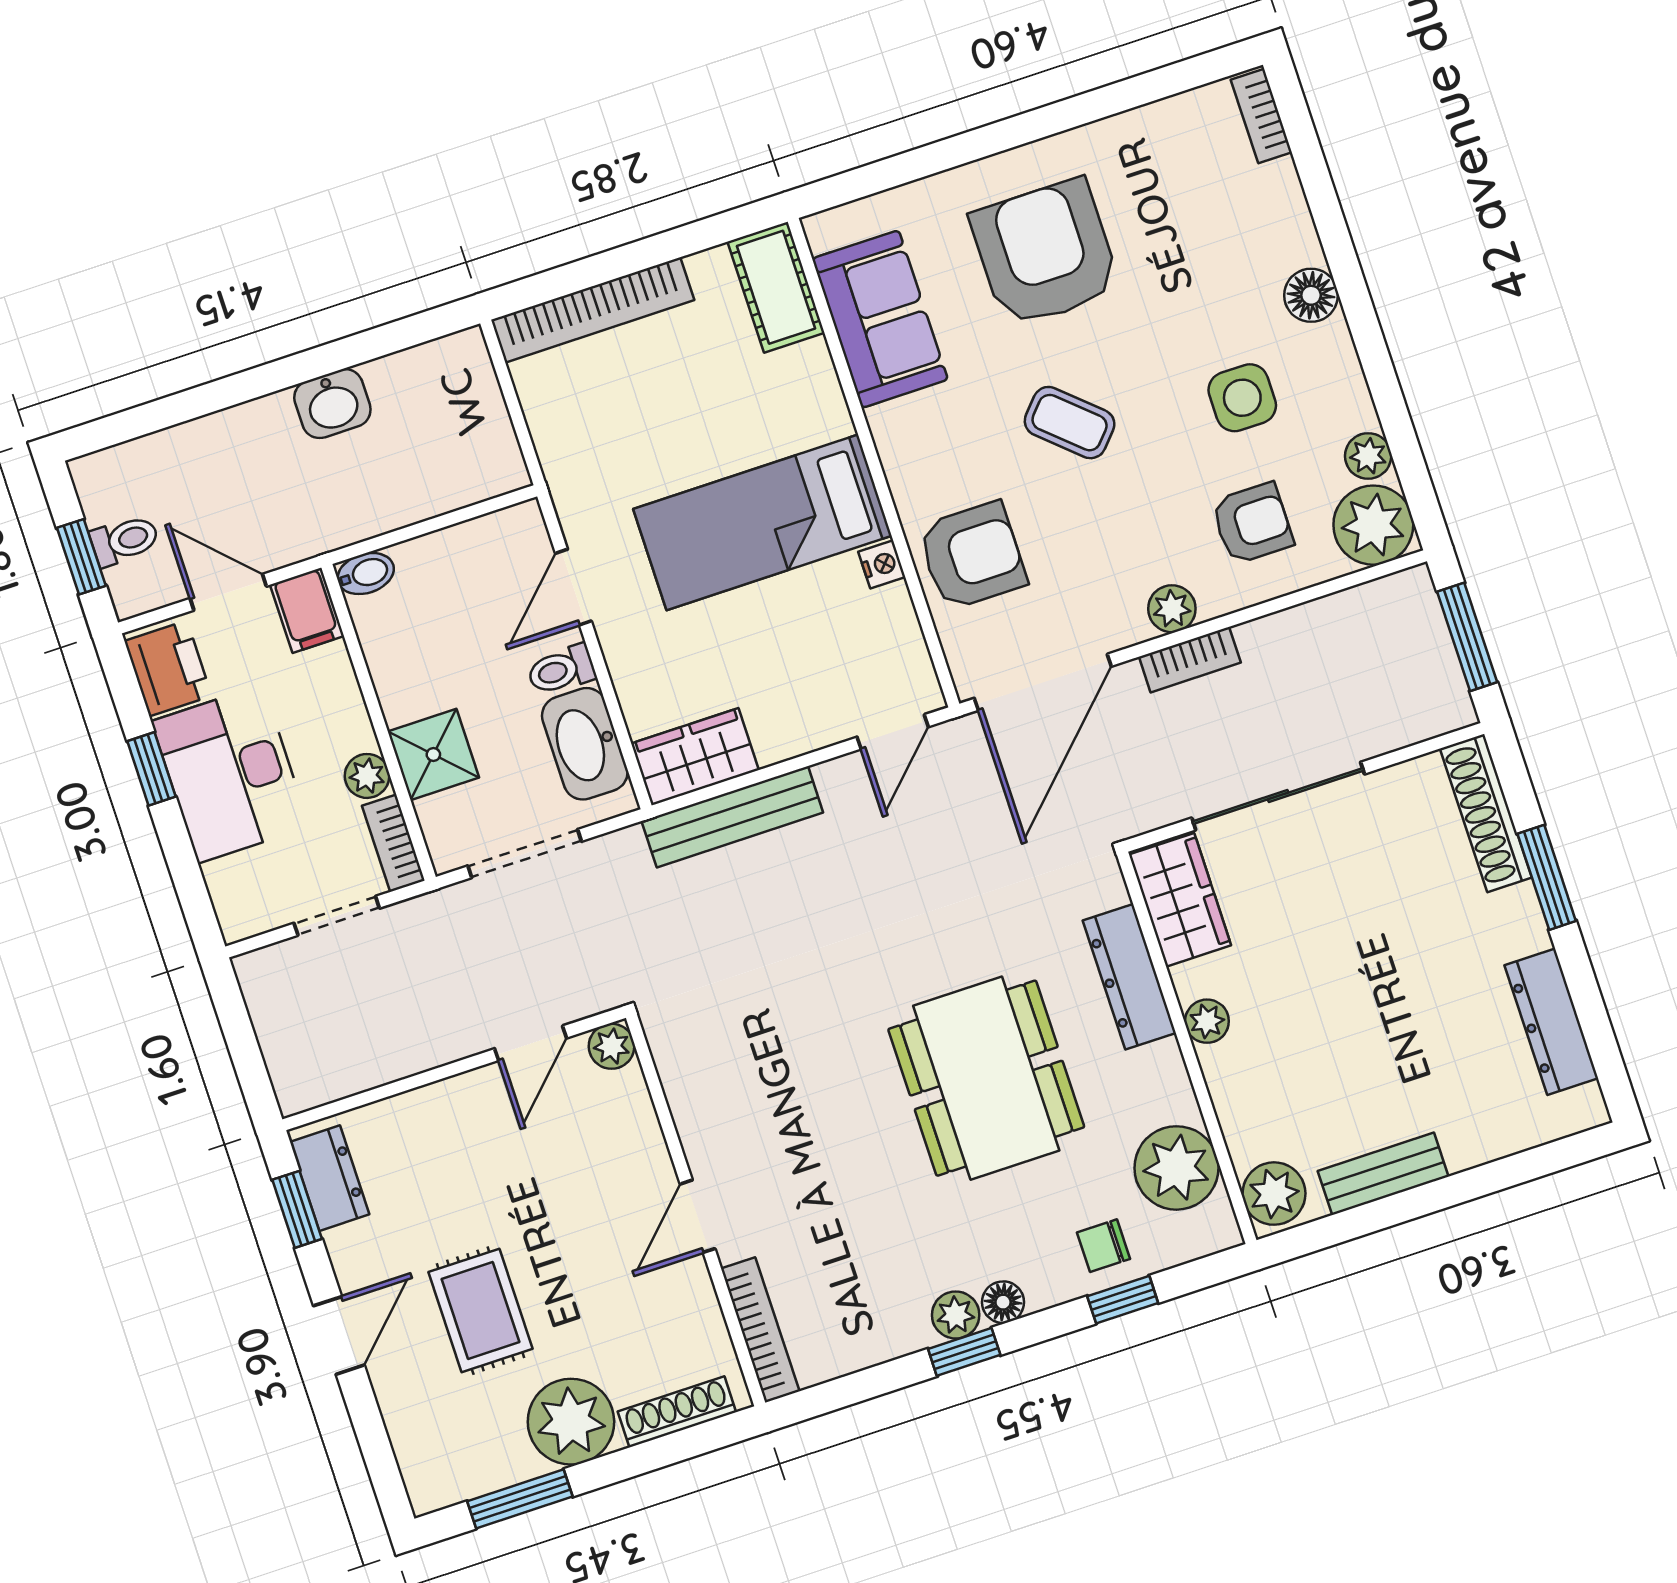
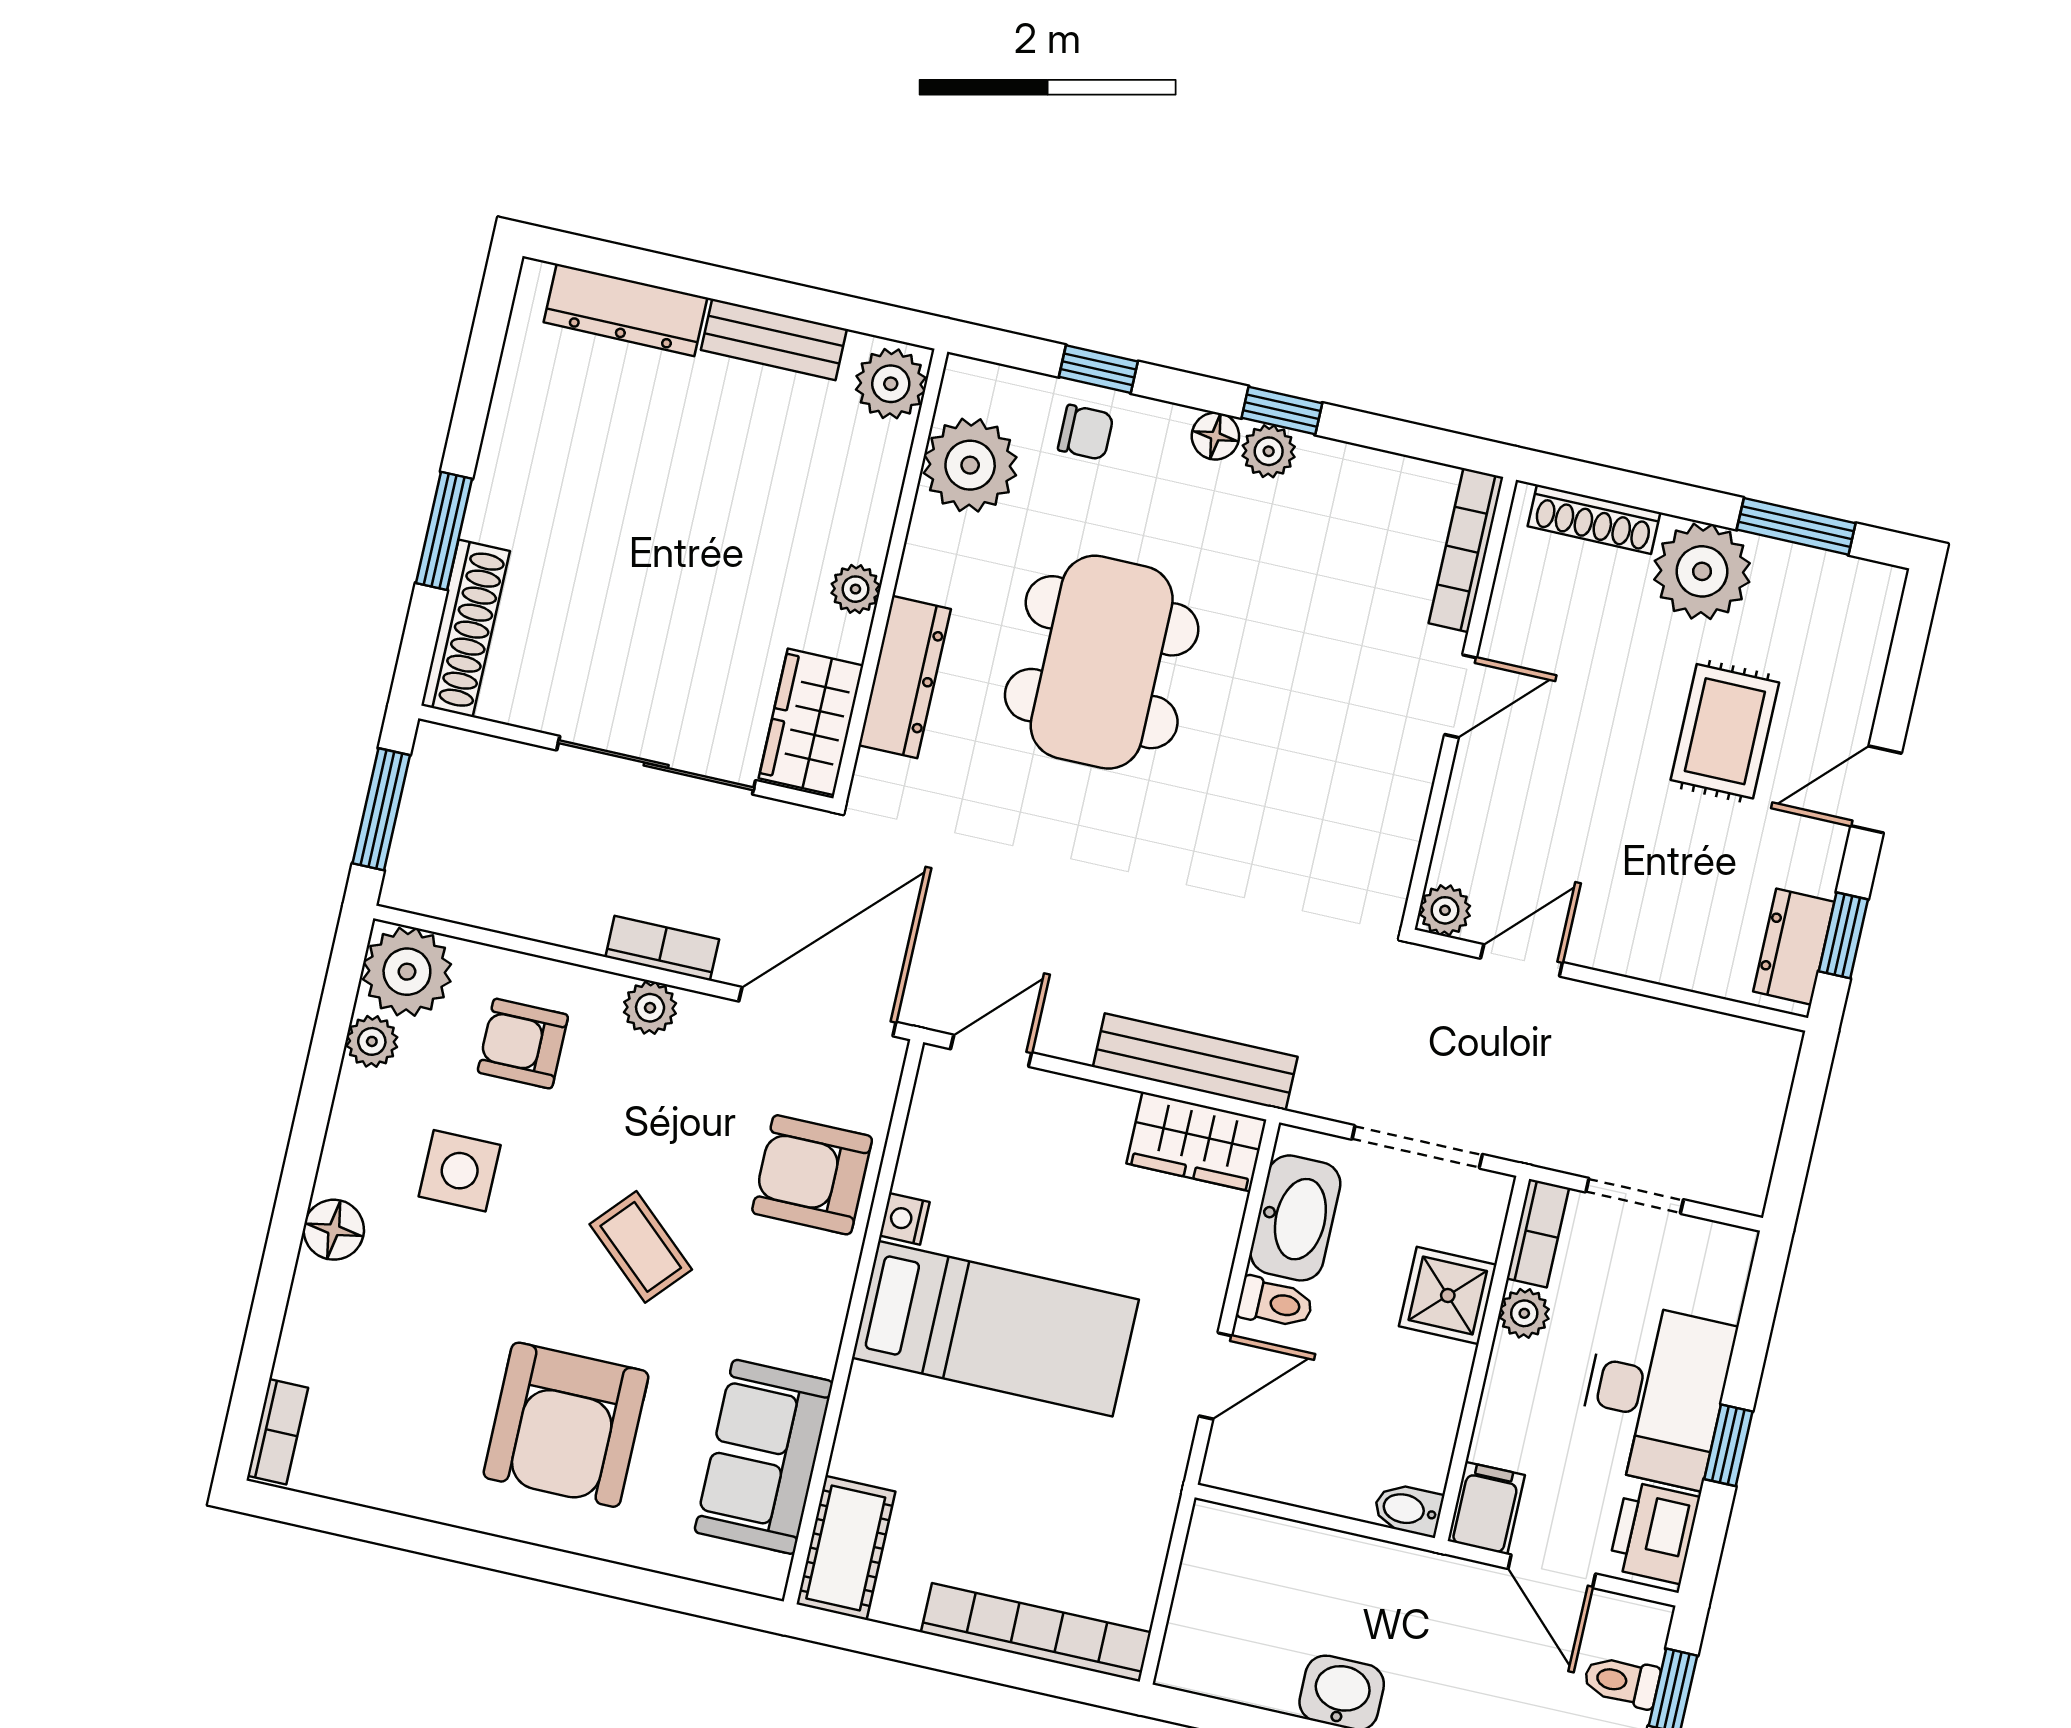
dresser: (1551, 1022) -> (626, 310), moved, turned 90

